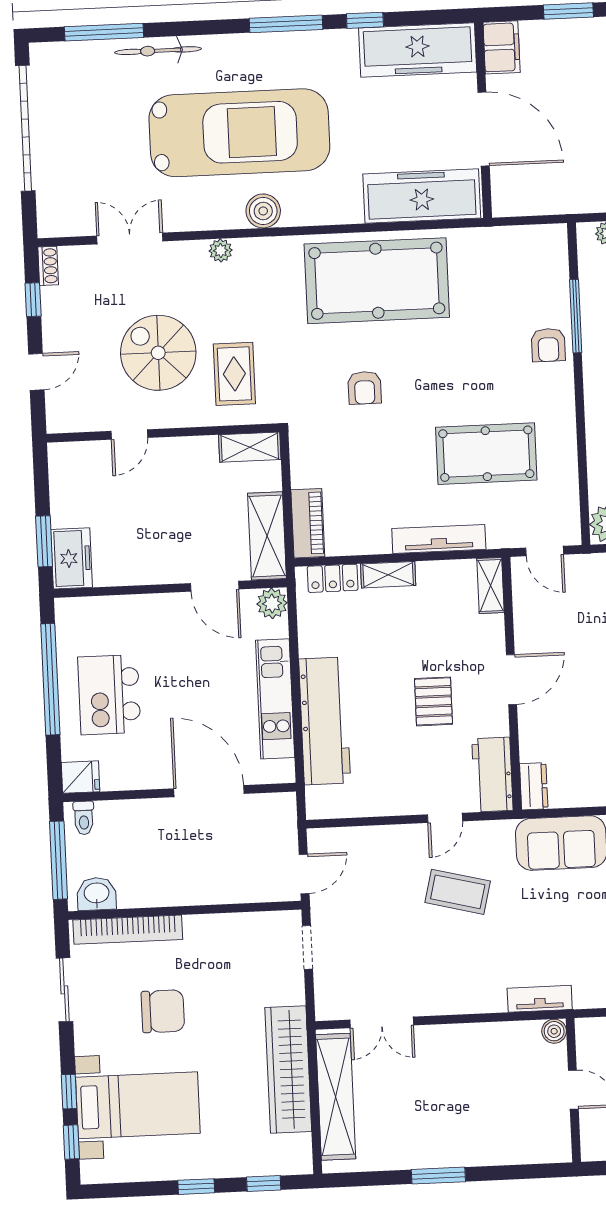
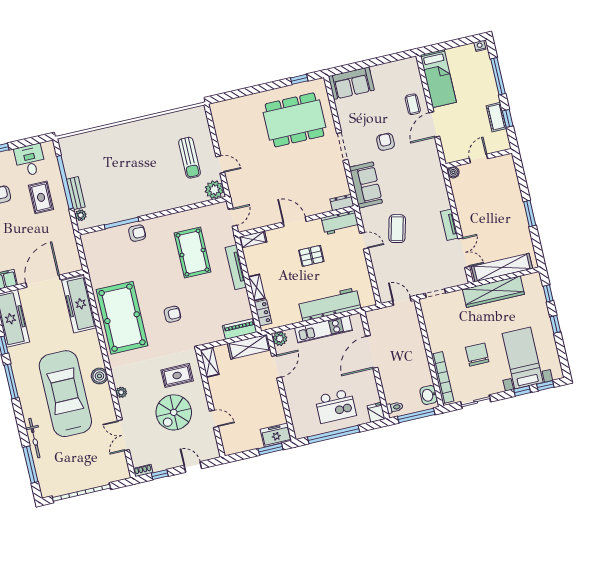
tv unit: (540, 999) -> (449, 225), moved

